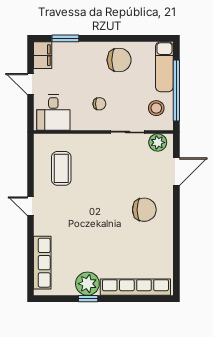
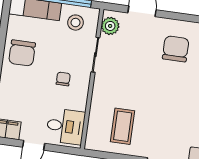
chair: (119, 60) -> (22, 53), turned 180
coffee table: (61, 168) -> (123, 126), turned 90

